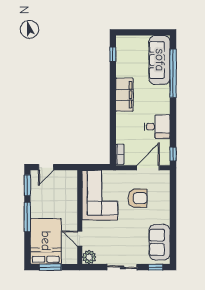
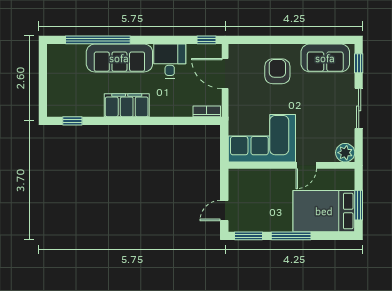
sofa: (160, 60) -> (119, 58), moved
door: (46, 167) -> (224, 211), swing flipped
armchair: (137, 198) -> (277, 71), moved
door: (80, 239) -> (306, 165), moved

